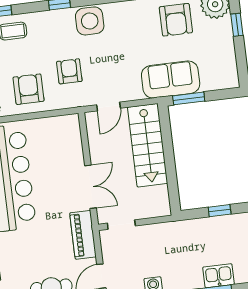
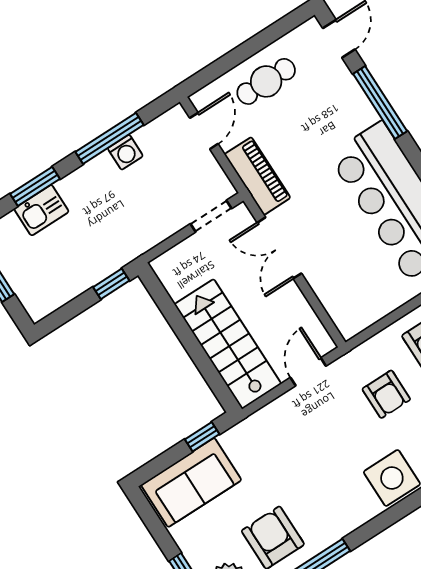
sofa: (171, 79) -> (191, 482), moved
window: (189, 98) -> (202, 437), width x0.67
window: (220, 211) -> (111, 284), moved

